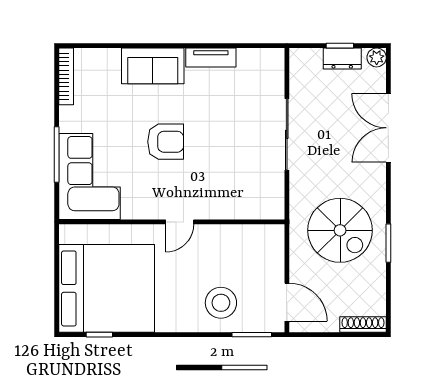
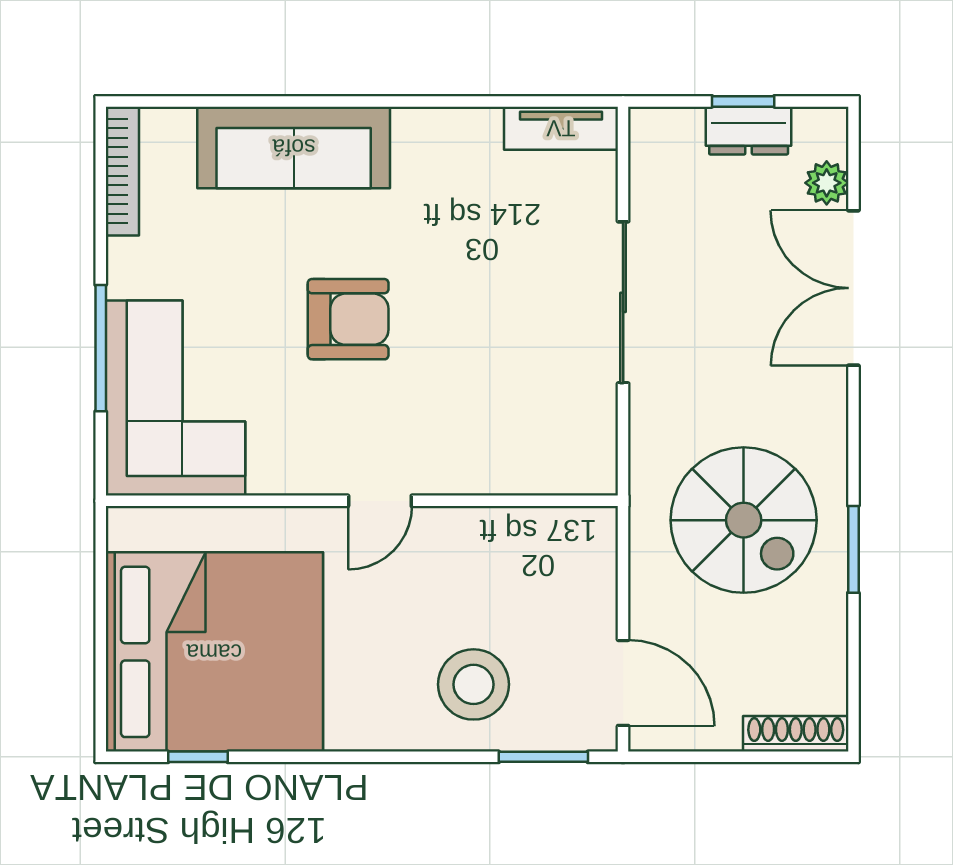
plant: (377, 57) -> (827, 183), moved
tv unit: (211, 58) -> (561, 128), moved
sofa: (153, 66) -> (294, 147), width x1.36

